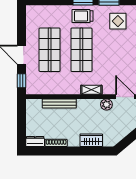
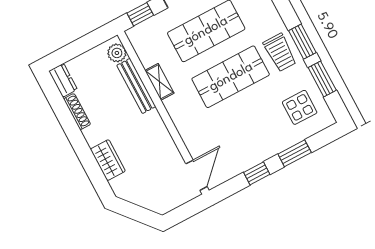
trolley: (82, 16) -> (280, 52), turned 180
shelving: (91, 90) -> (159, 82), moved
plant: (106, 104) -> (117, 53), moved

